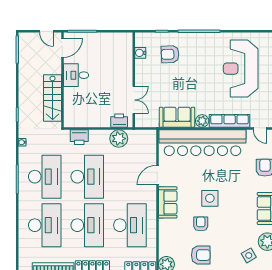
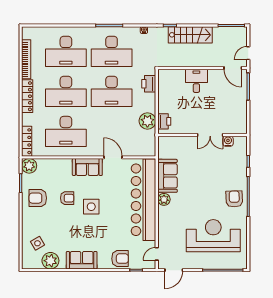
armchair: (170, 54) -> (234, 199), moved
desk: (76, 75) -> (196, 81), moved
stairs: (53, 98) -> (190, 35), moved, turned 180
double door: (134, 100) -> (210, 135), moved
row of seats: (230, 121) -> (164, 225), removed
armchair: (201, 255) -> (38, 198), turned 90

